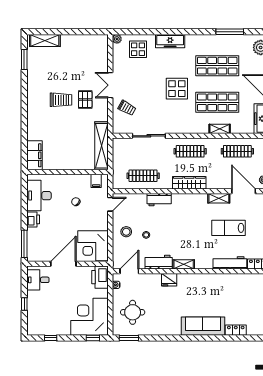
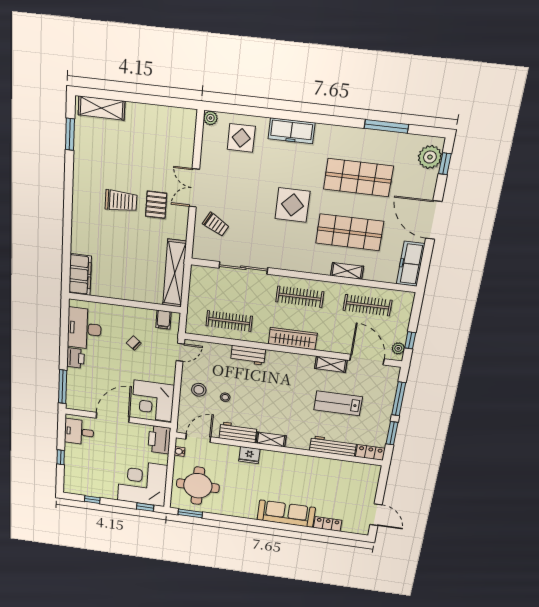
round table: (133, 312) -> (198, 486), width x1.36, depth x1.36

